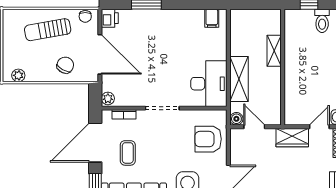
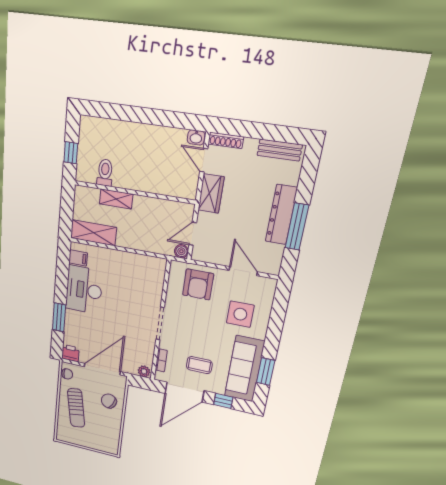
toilet: (322, 21) -> (105, 173), moved, turned -90
plant: (18, 75) -> (114, 442), removed
shelving: (239, 79) -> (93, 233), moved
desk: (209, 84) -> (84, 290), moved, turned -90
door: (95, 143) -> (184, 392), hinge flipped

